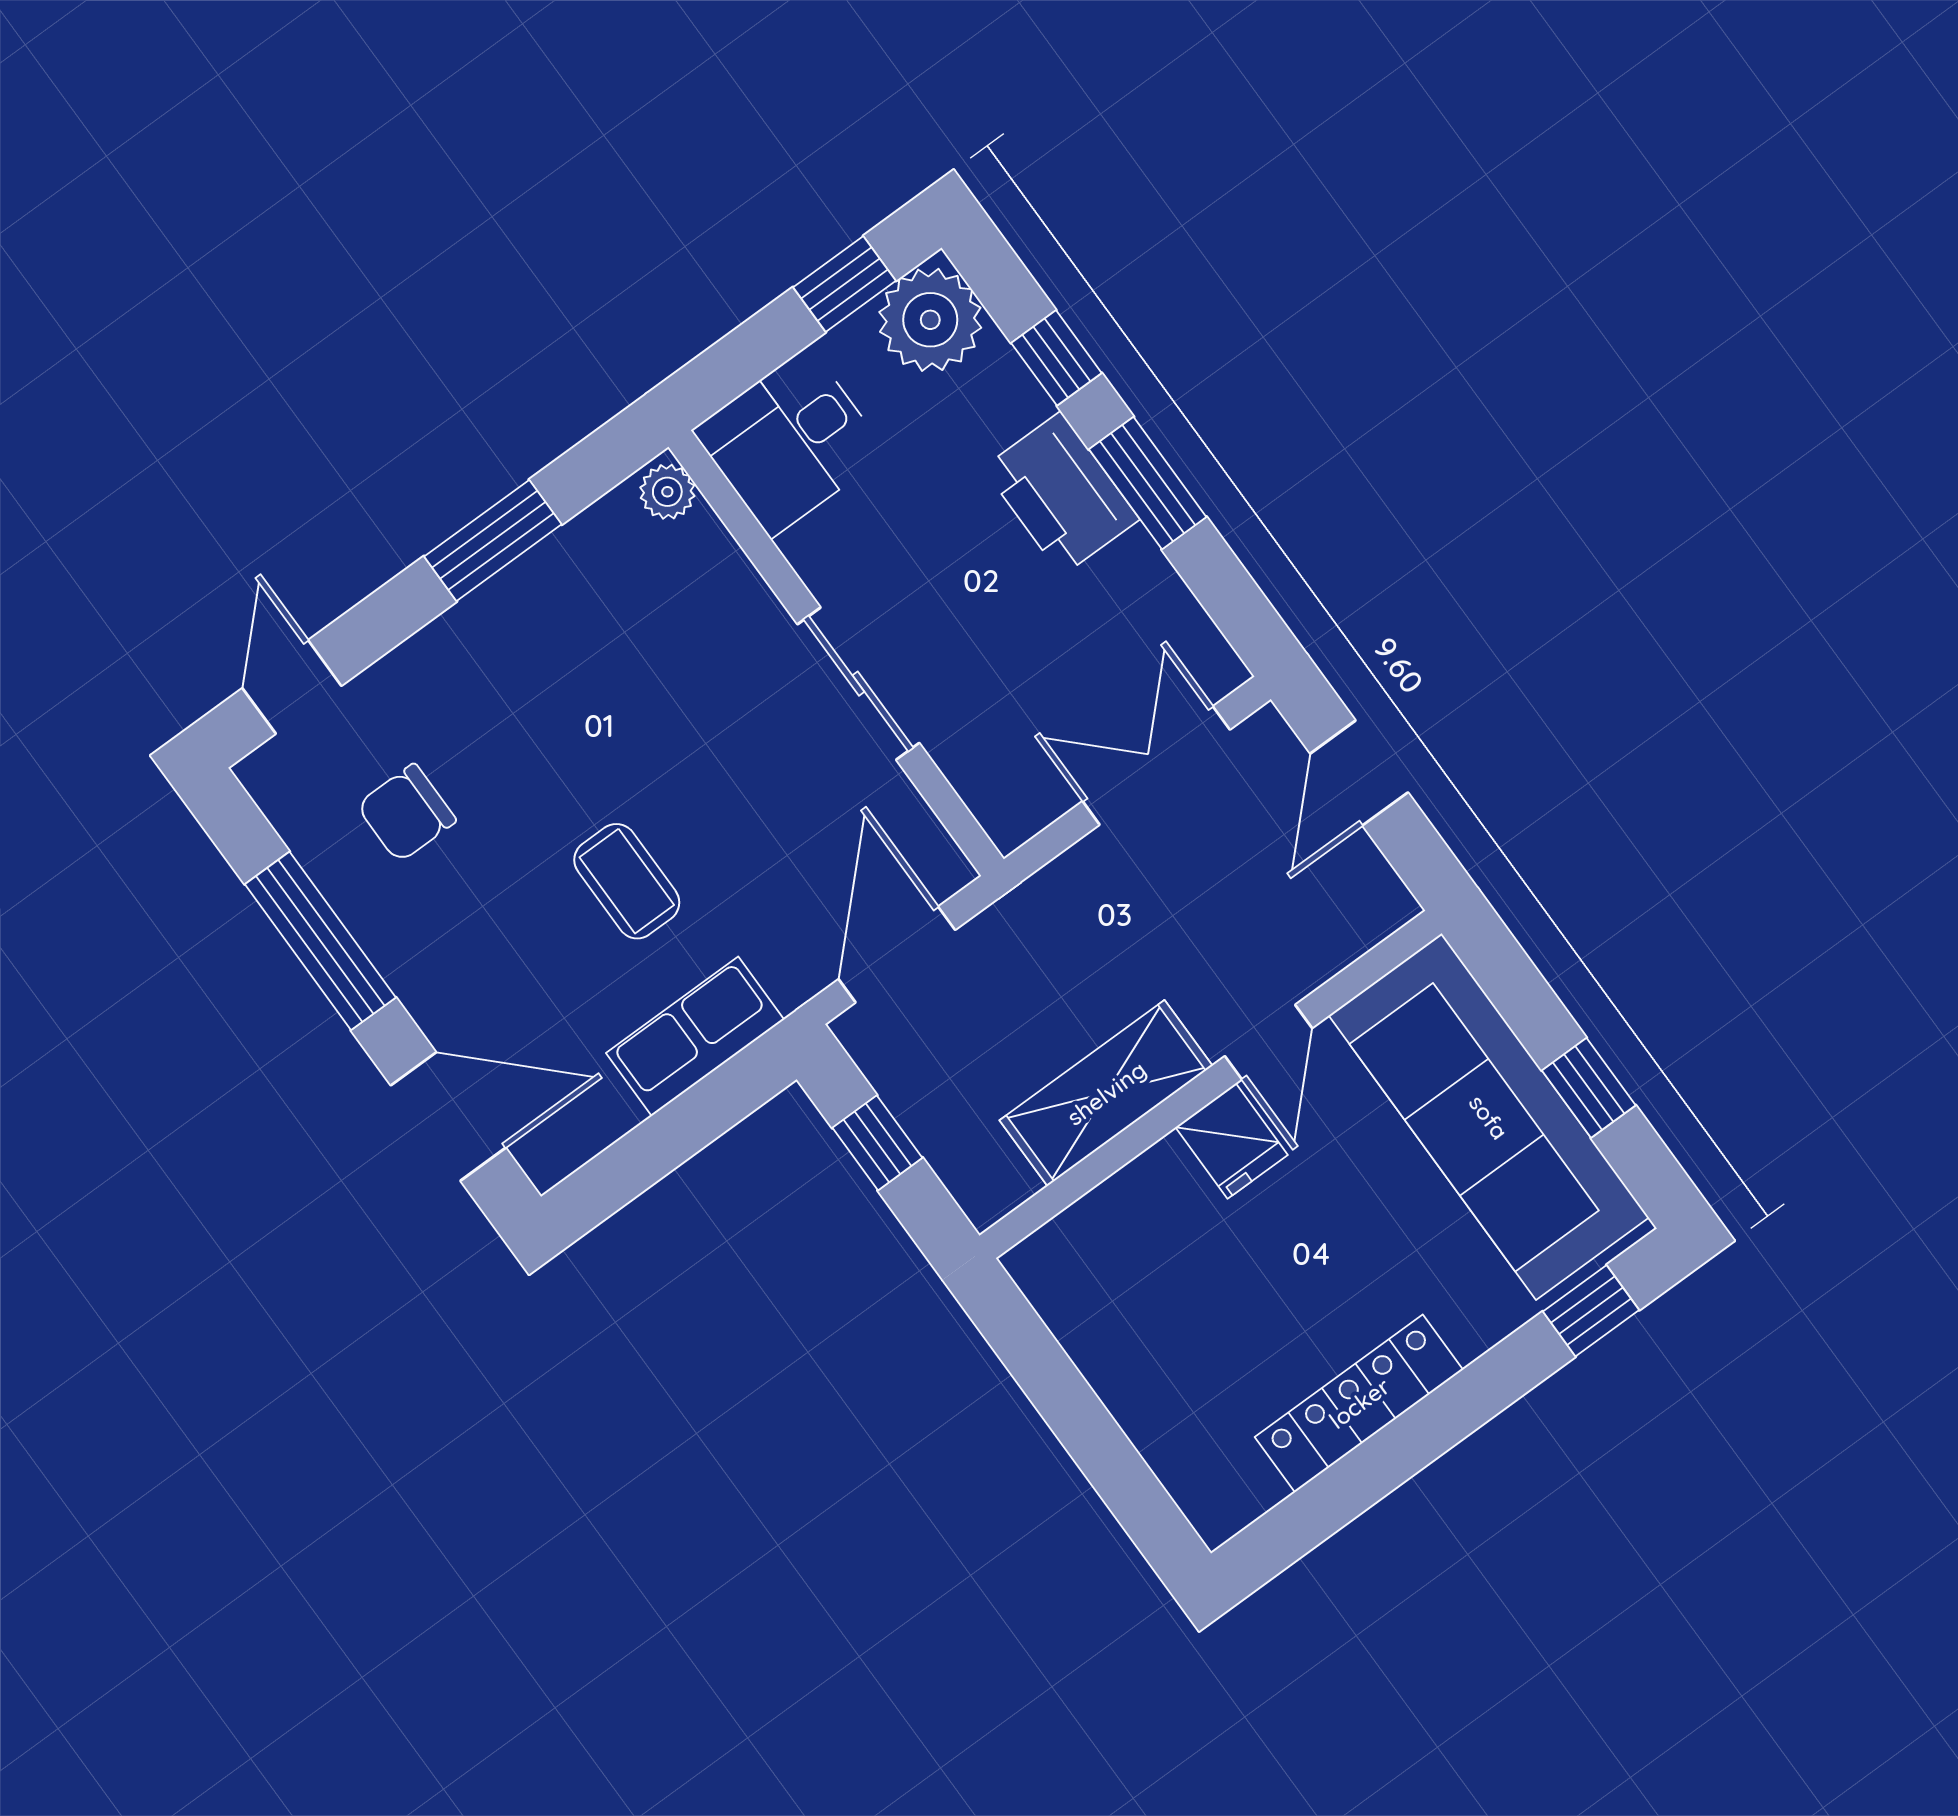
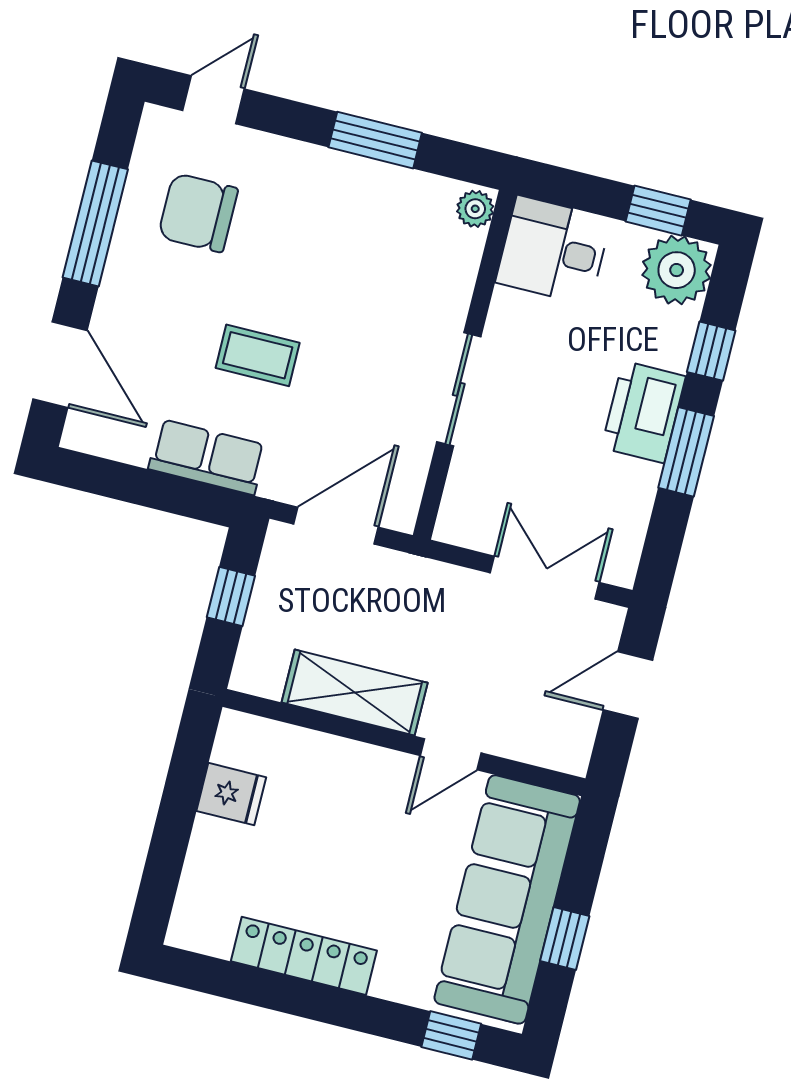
chair: (406, 813) -> (198, 213), width x1.37, depth x1.37
coffee table: (627, 881) -> (258, 355), turned 90
fridge: (1232, 1141) -> (231, 794), moved, turned -90

